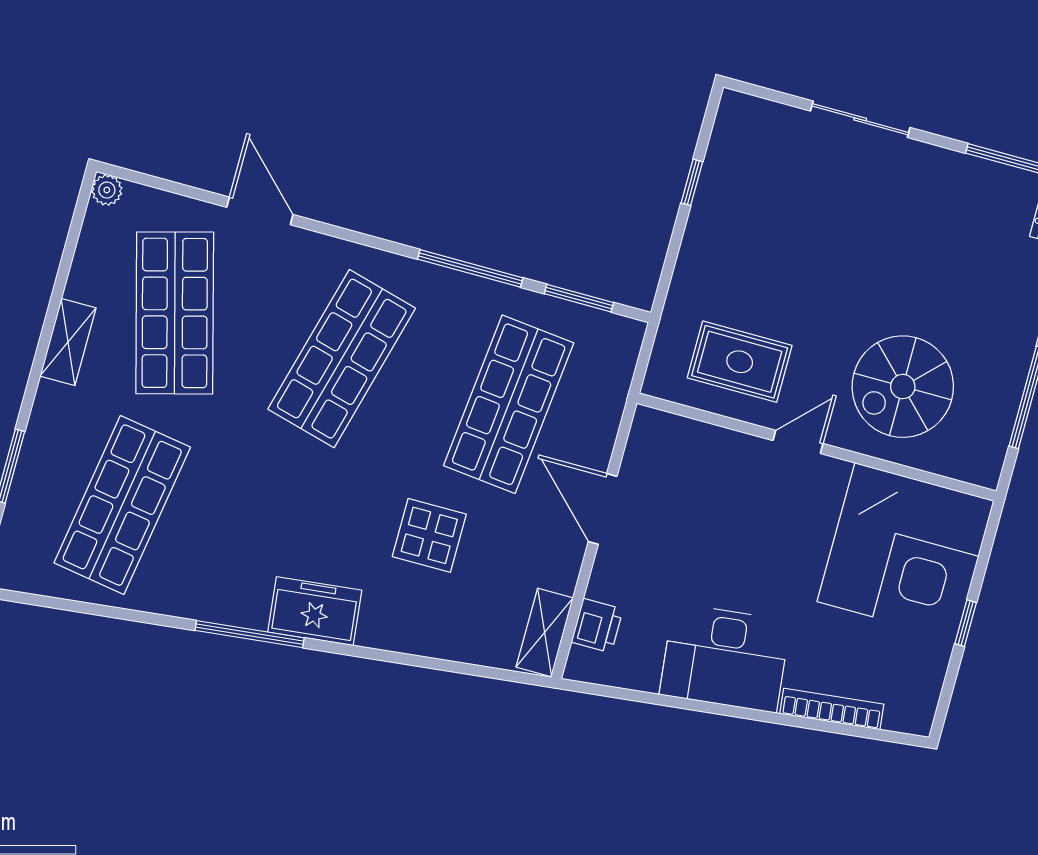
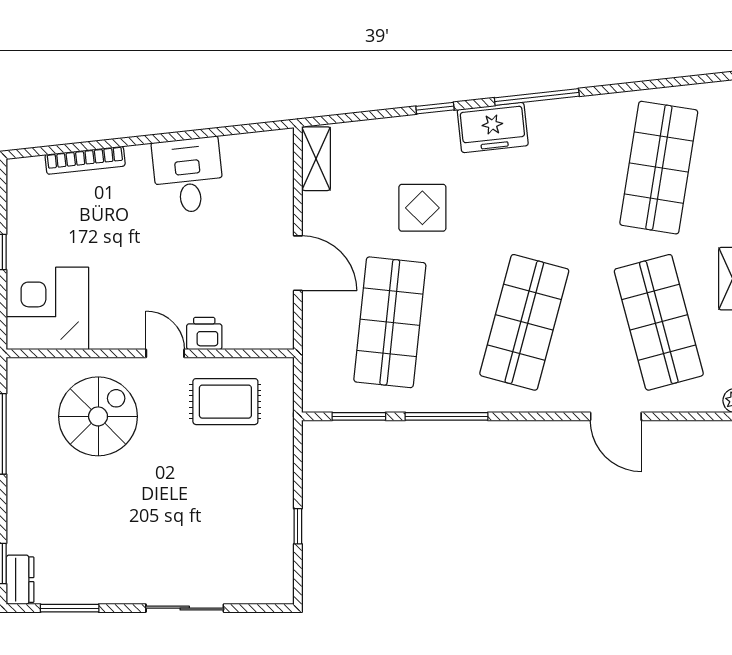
door: (798, 442) -> (165, 353), swing flipped
corner desk: (905, 551) -> (47, 308), width x0.74, depth x0.74
printer: (597, 626) -> (204, 334), moved, turned 90
window: (380, 655) -> (435, 108), added
desk: (725, 658) -> (188, 175), width x0.73

